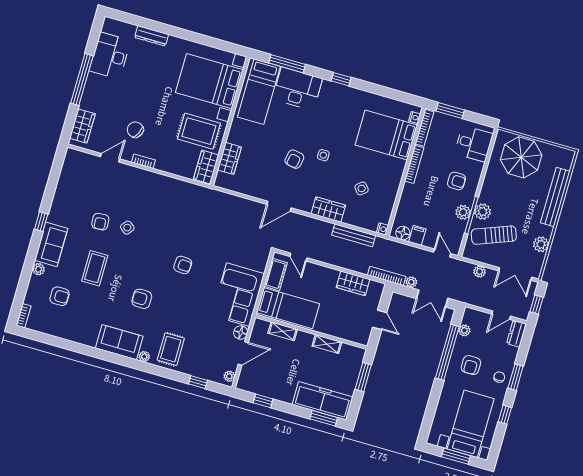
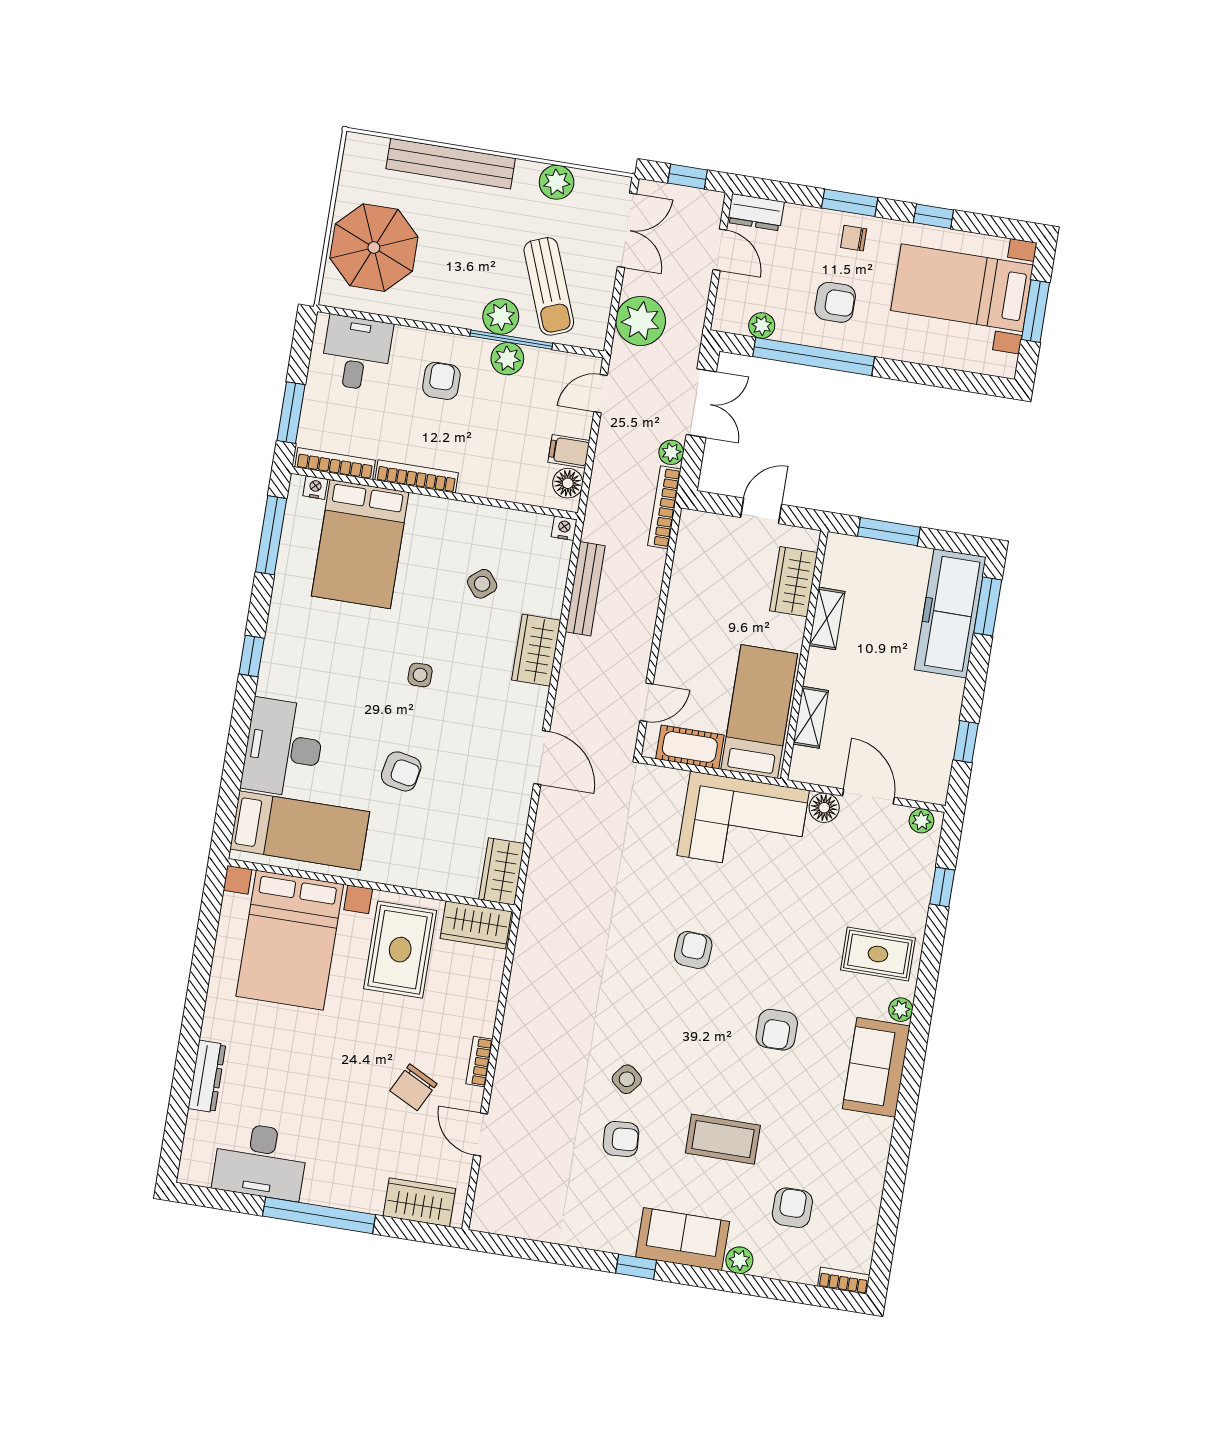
window: (287, 64) -> (271, 535), moved
wardrobe: (229, 158) -> (502, 871), moved, turned -90
armchair: (294, 159) -> (401, 771), moved
plant: (480, 272) -> (641, 321), width x1.87, depth x1.87
wardrobe: (353, 283) -> (794, 582), moved, turned 180

